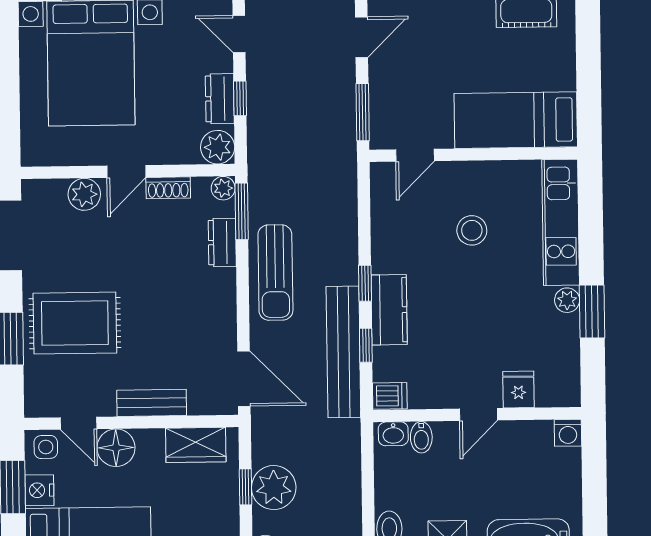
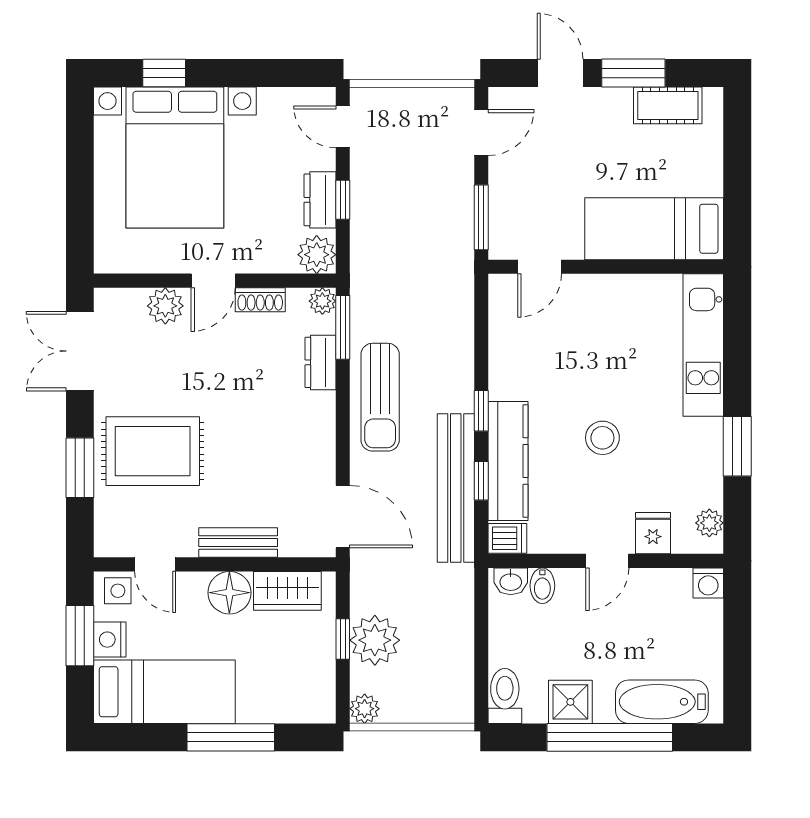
stool: (472, 230) -> (602, 438), moved
plant: (567, 300) -> (709, 523), moved
kitchen counter: (389, 310) -> (508, 461), width x1.50
floor lamp: (116, 448) -> (229, 593), moved

